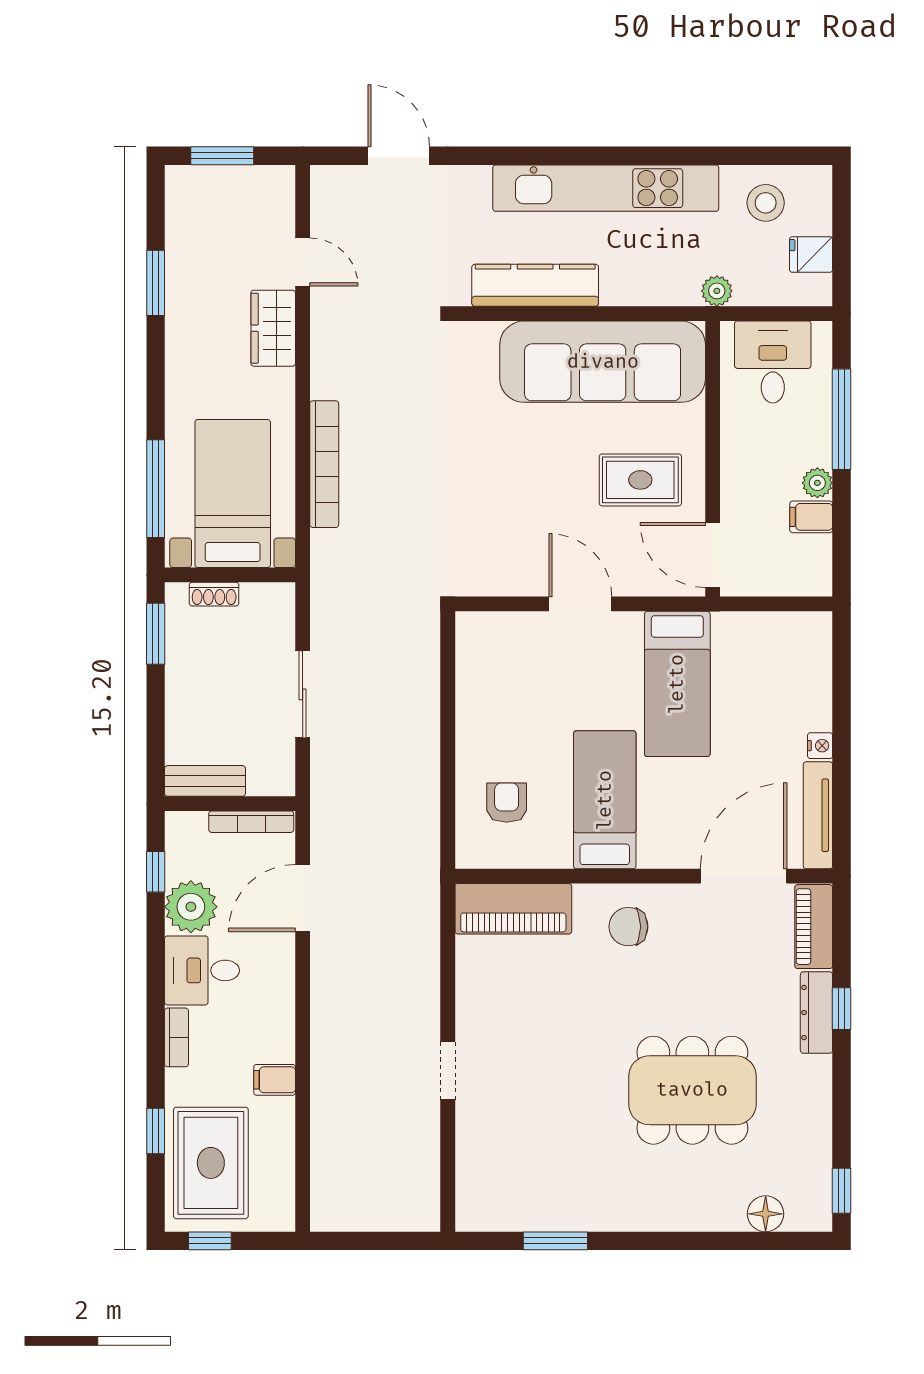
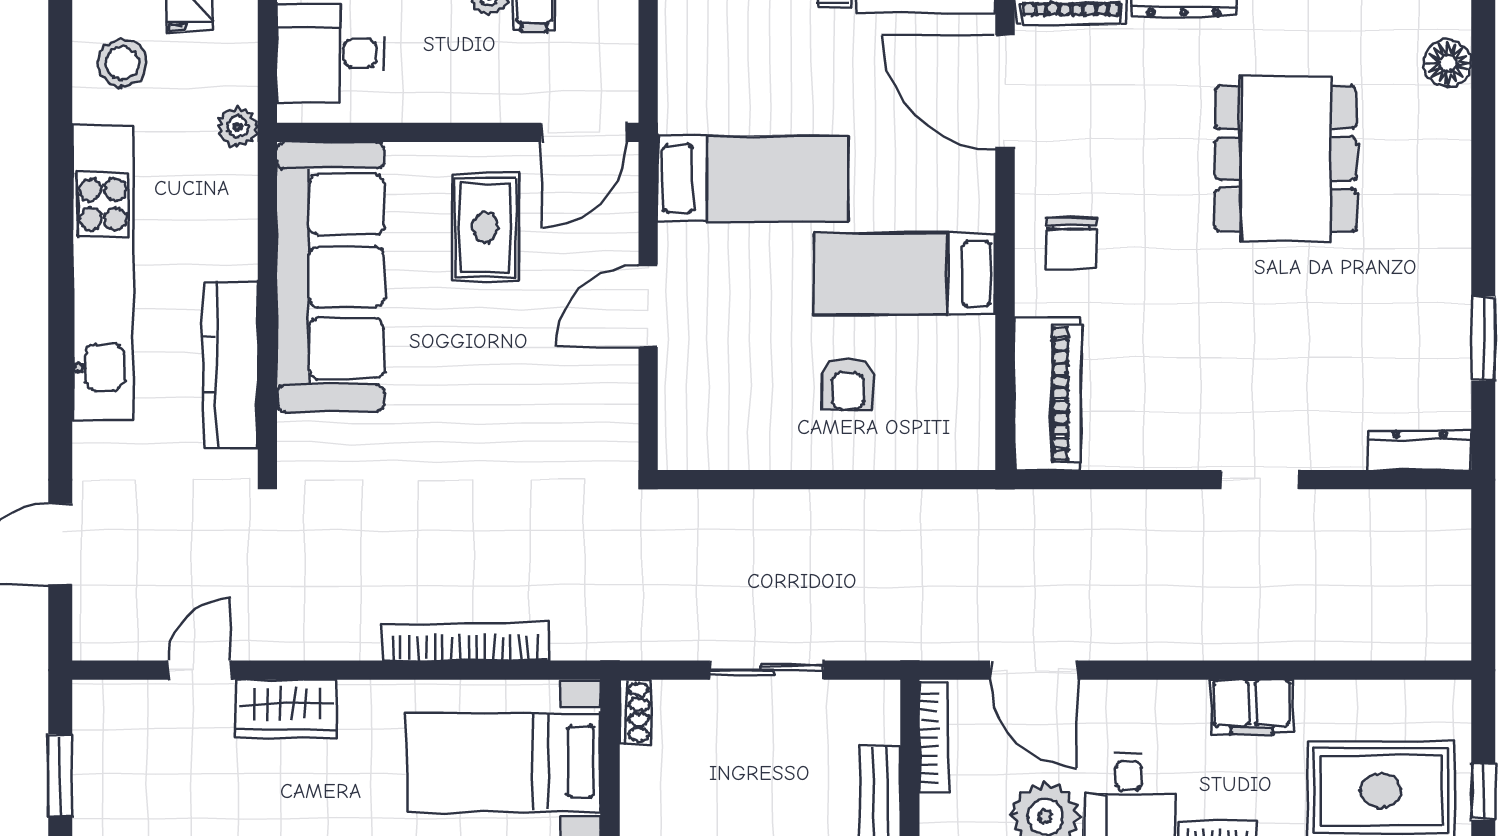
shoe rack: (214, 594) -> (635, 712), moved
armchair: (507, 803) -> (848, 384), moved, turned -90
filing cabinet: (275, 1080) -> (1252, 707), width x2.00
dresser: (470, 1192) -> (1420, 450), added

